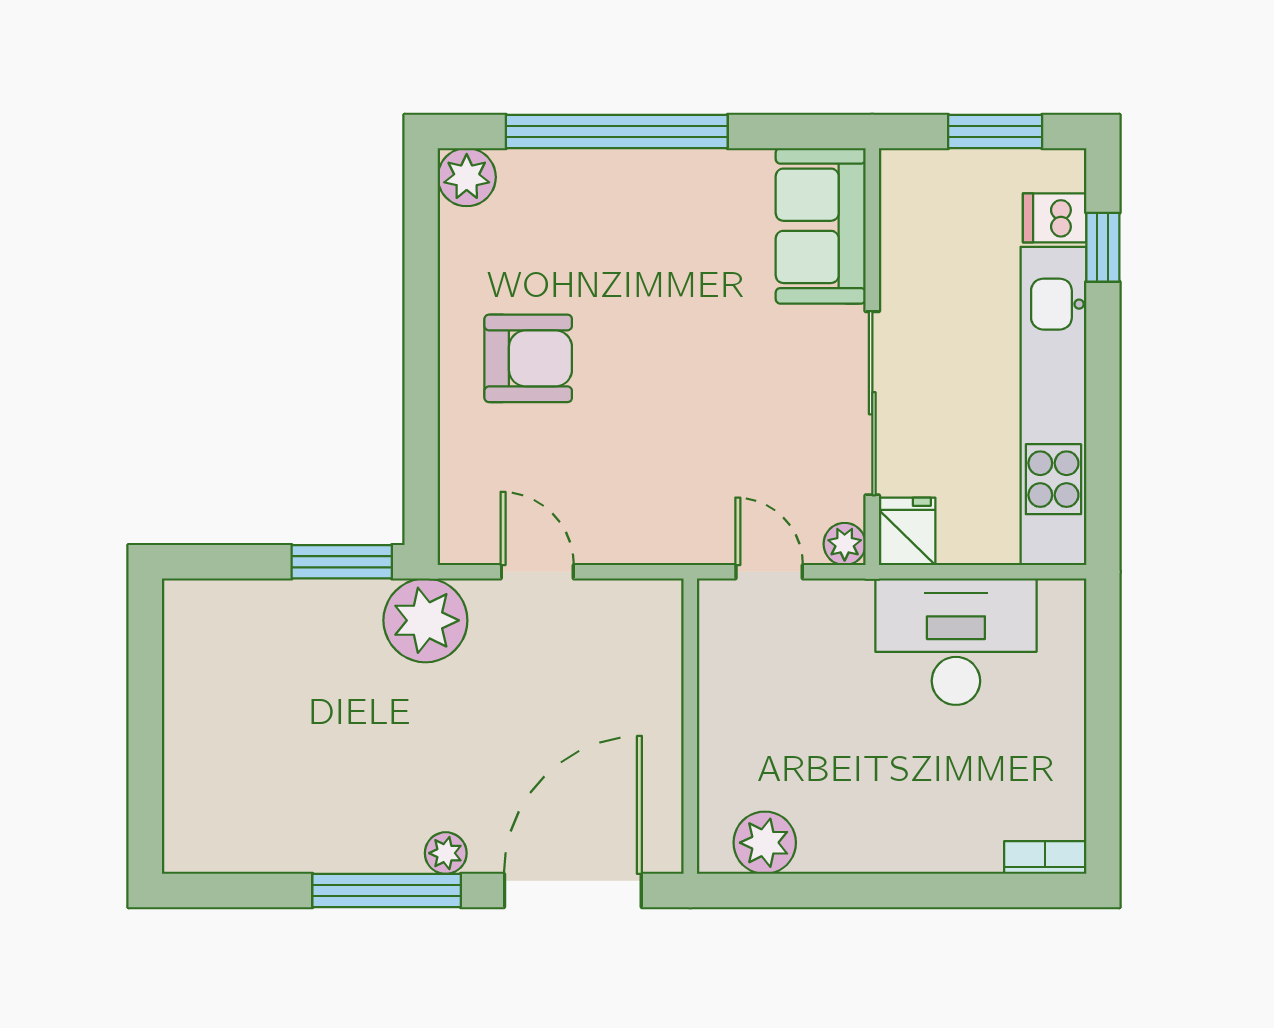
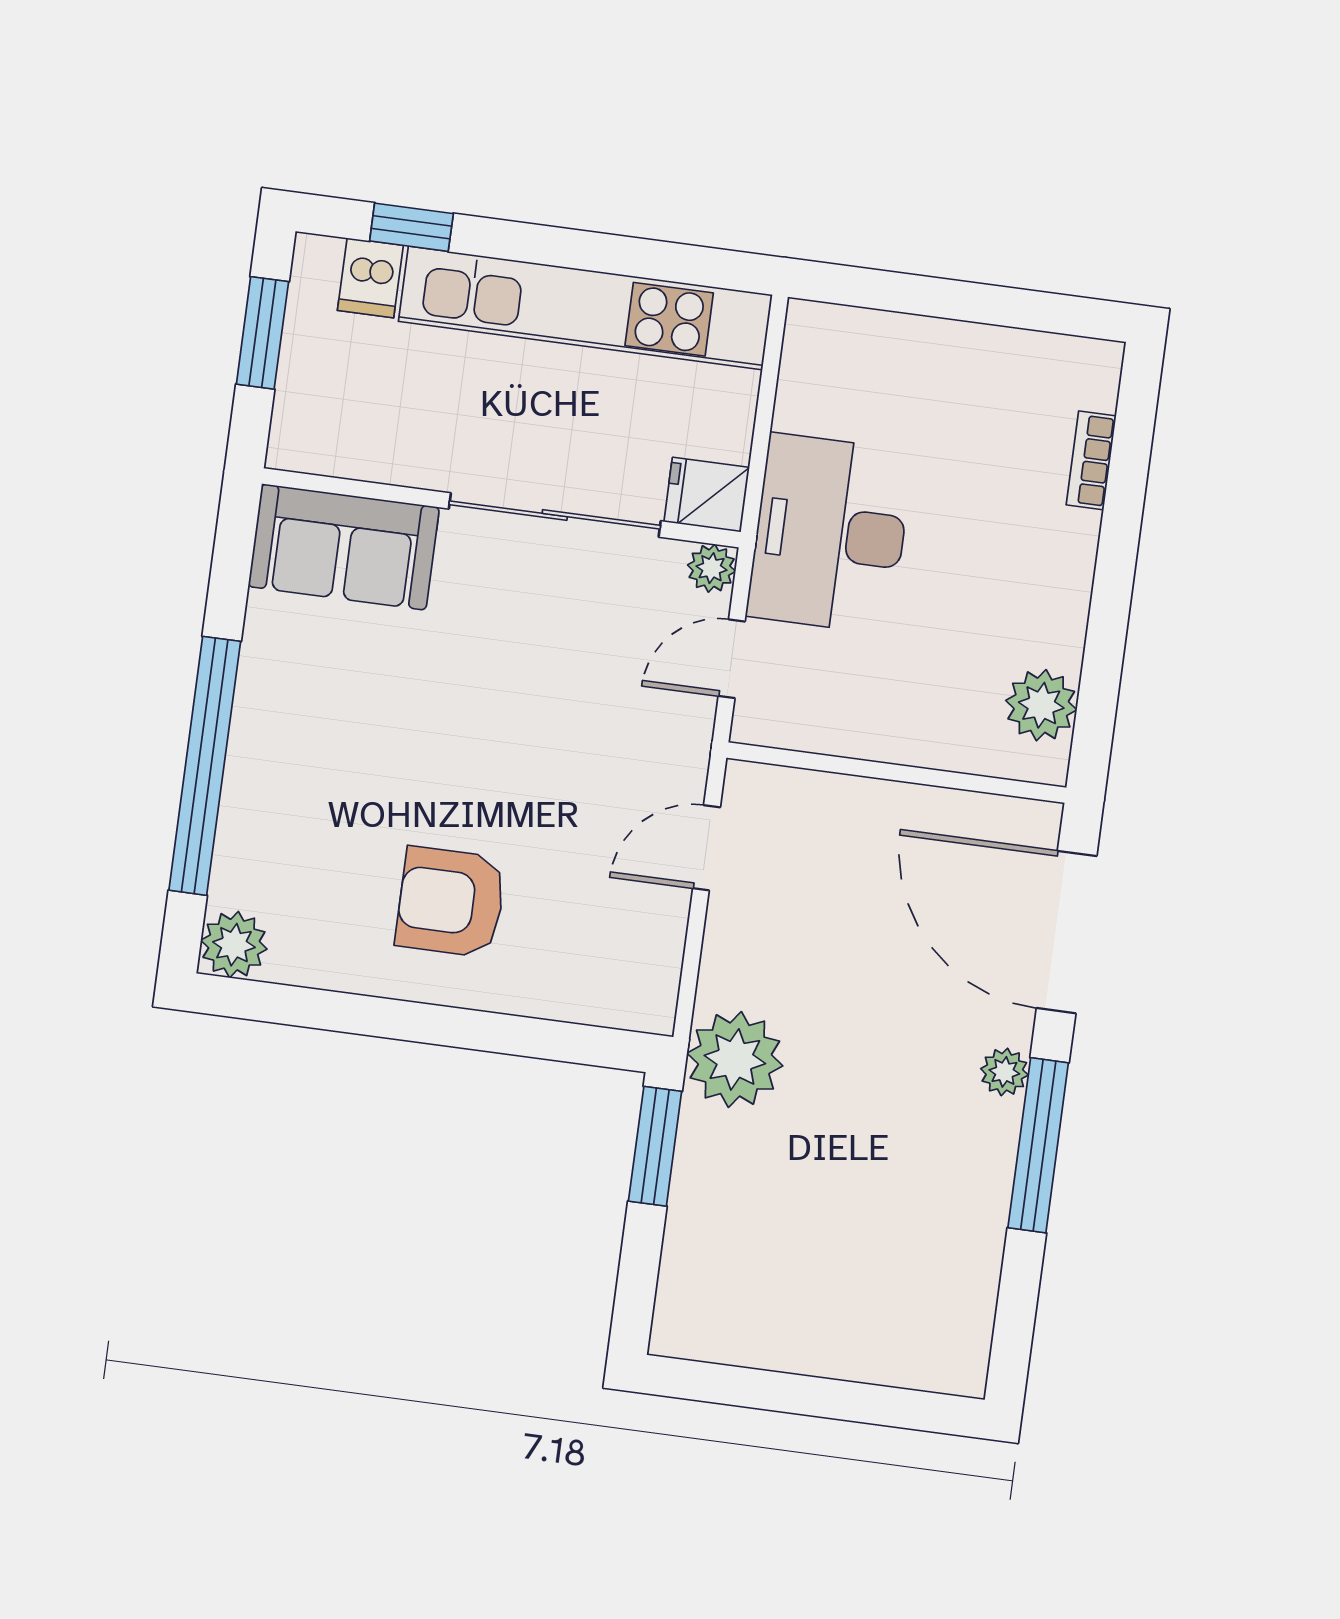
armchair: (528, 358) -> (451, 902), turned -90
door: (537, 572) -> (706, 848), moved
desk: (956, 642) -> (830, 534), moved
bookcase: (1045, 858) -> (1091, 460), moved

